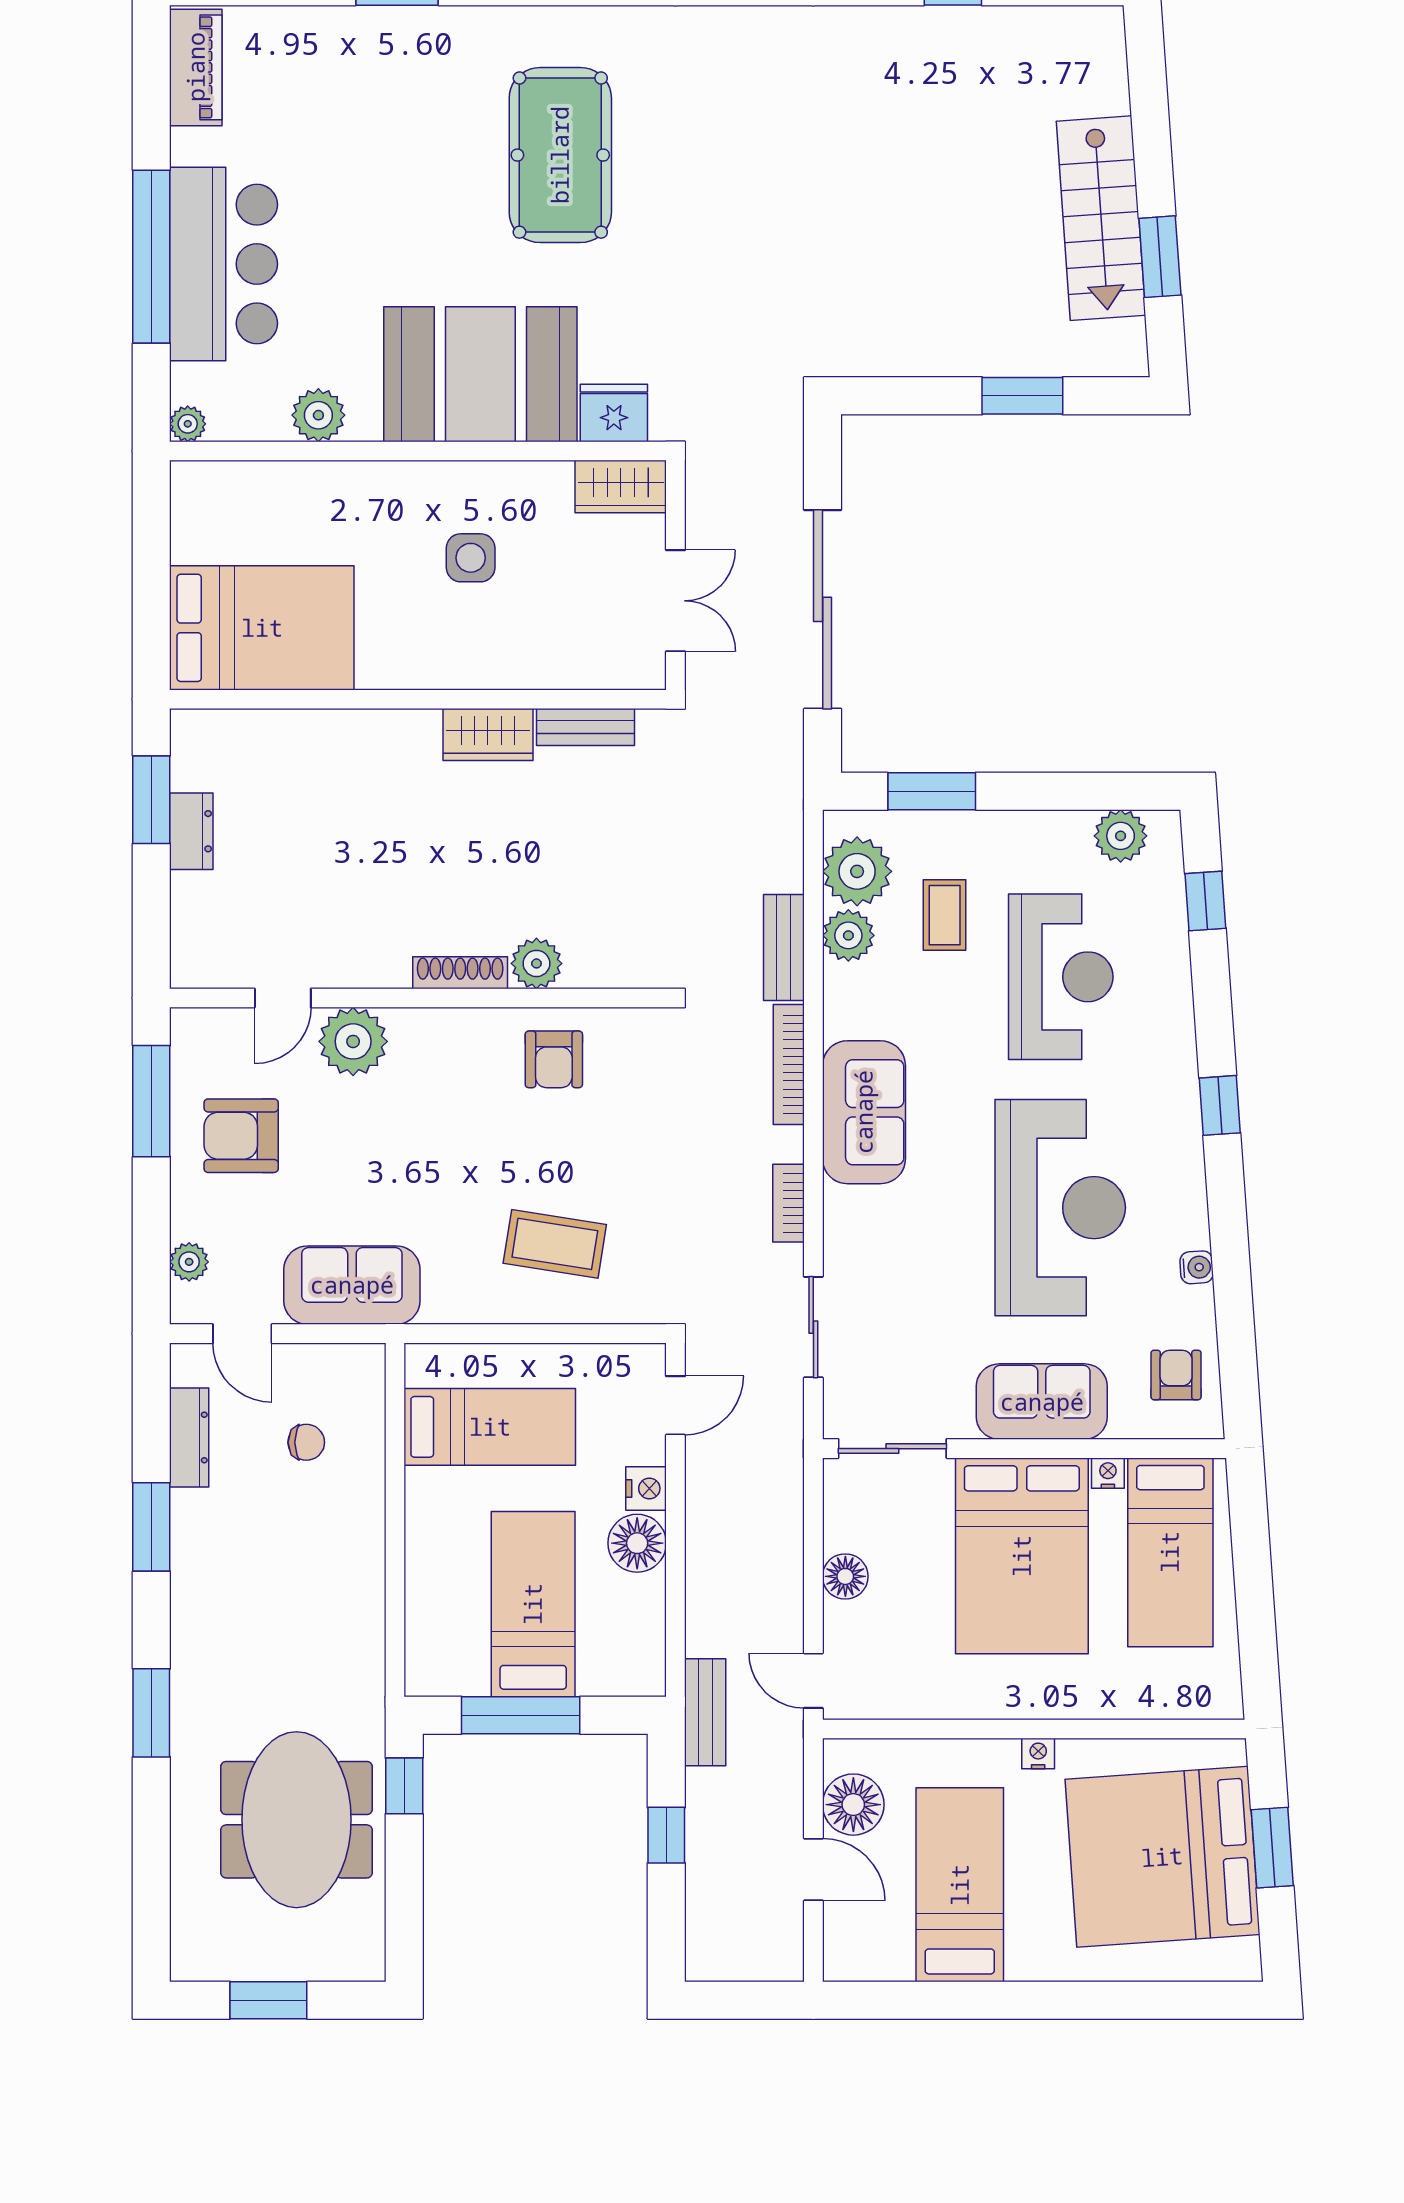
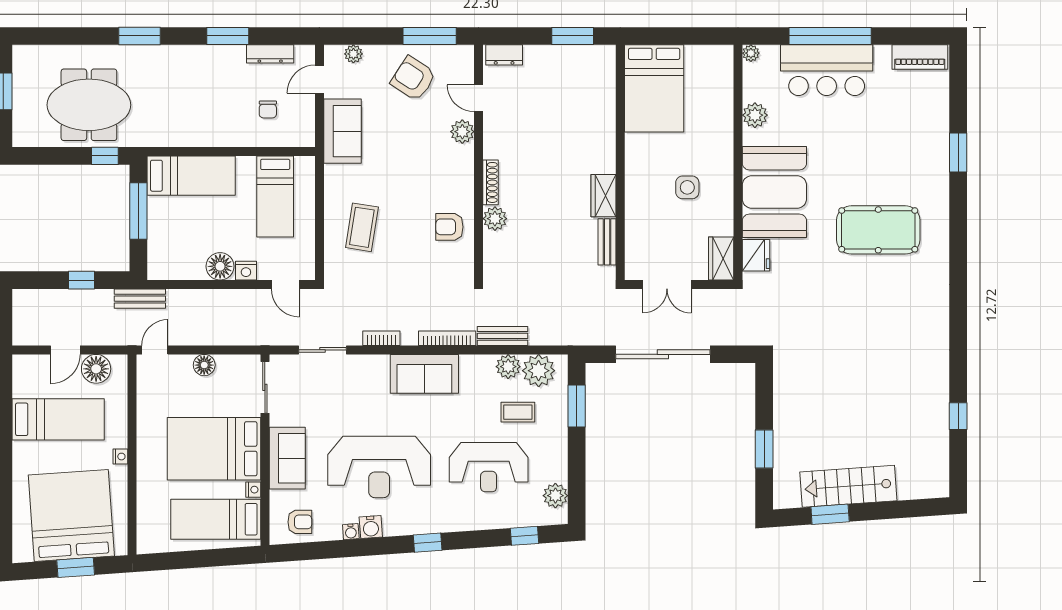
dresser: (191, 831) -> (504, 55), moved
plant: (353, 1041) -> (462, 132), width x0.73, depth x0.73
armchair: (241, 1136) -> (413, 79), turned -57
water cooler: (1187, 1225) -> (371, 527), added
bed: (533, 1604) -> (191, 176), moved

